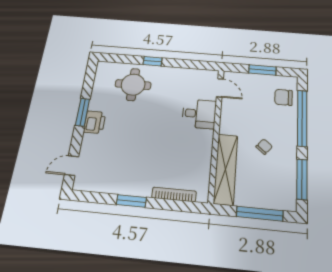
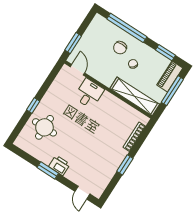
window: (262, 70) -> (73, 43), moved
door: (220, 88) -> (78, 70), hinge flipped
chair: (284, 97) -> (120, 48), moved
window: (302, 179) -> (165, 53), width x0.69
piano: (276, 201) -> (170, 77), added

